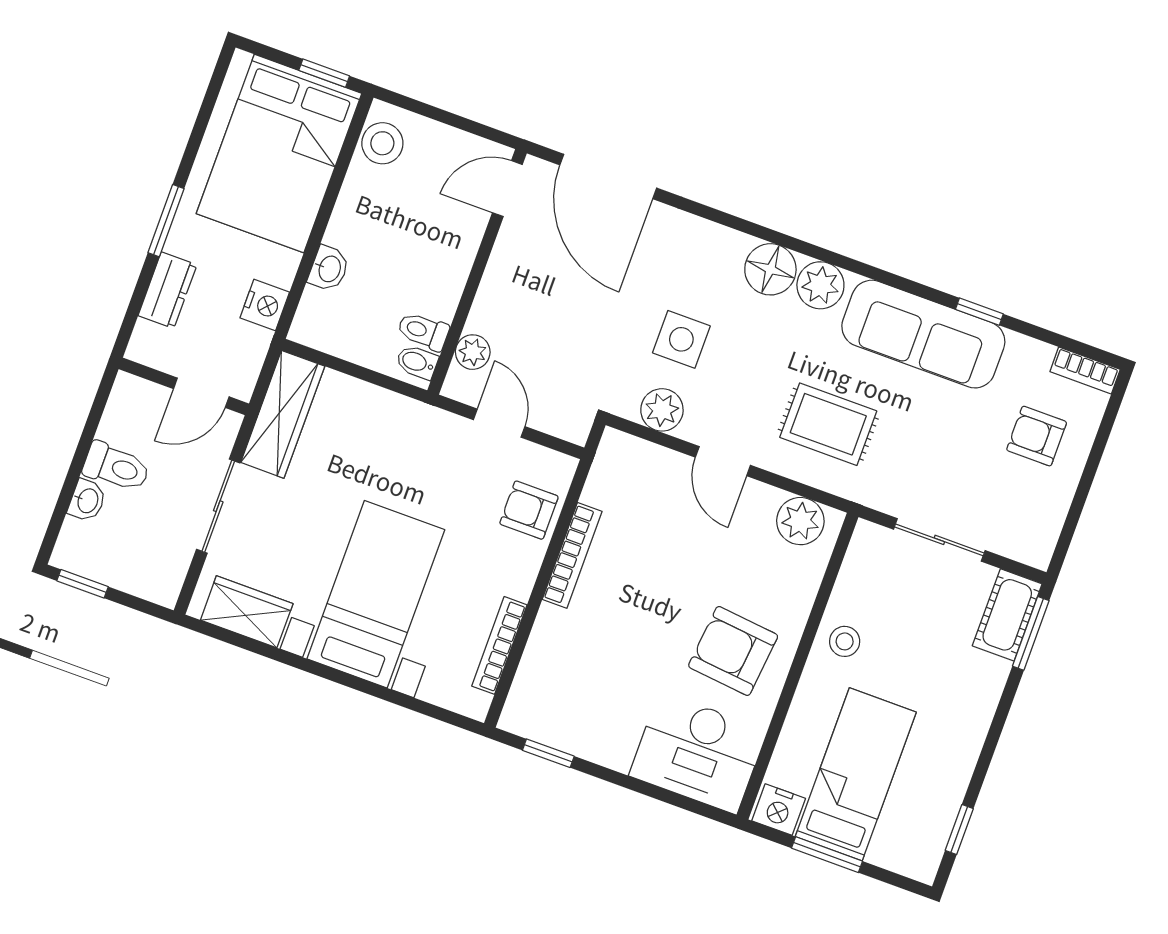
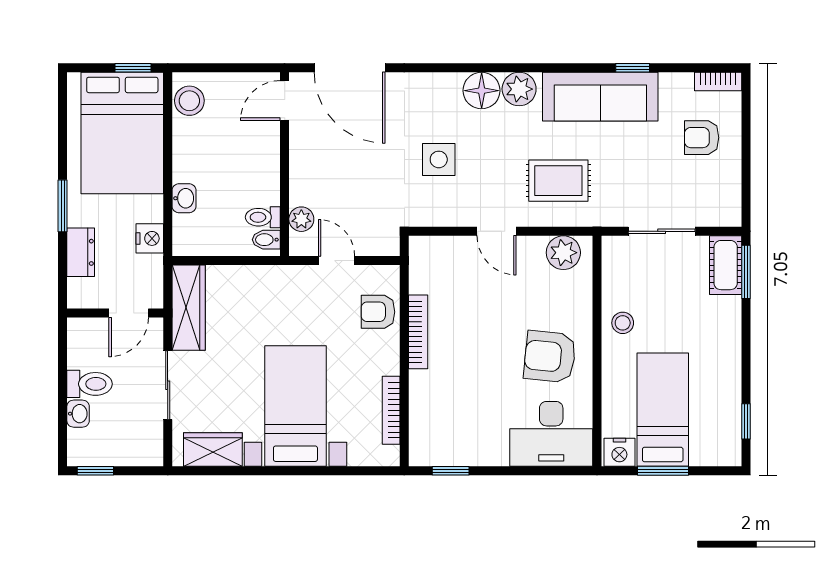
plant: (662, 410) -> (443, 212), removed

